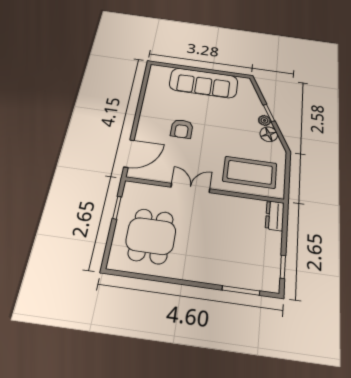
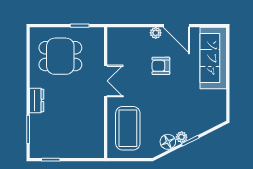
sofa: (204, 83) -> (213, 58), moved
plant: (143, 129) -> (156, 33), added
door: (129, 154) -> (176, 26), moved
dresser: (275, 216) -> (37, 100), moved, turned 90

